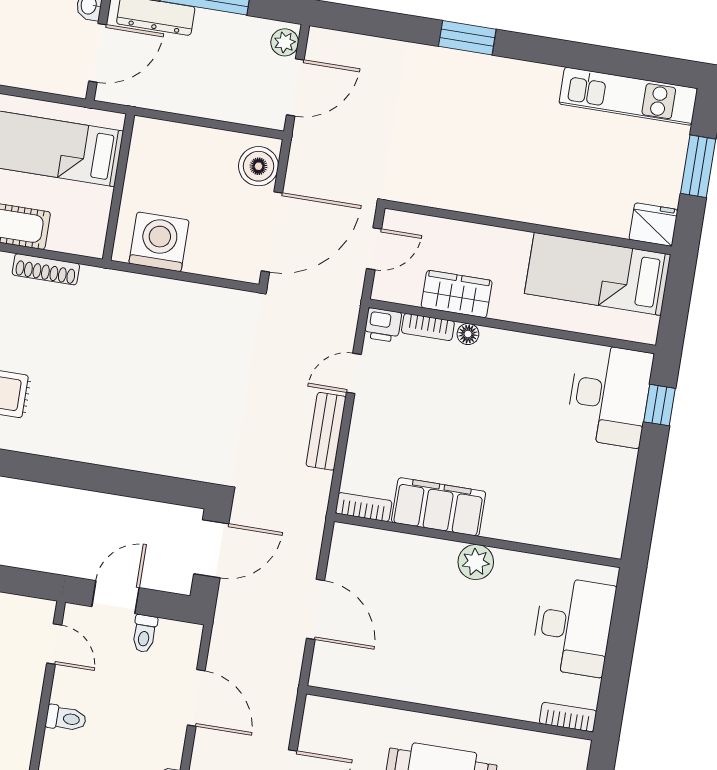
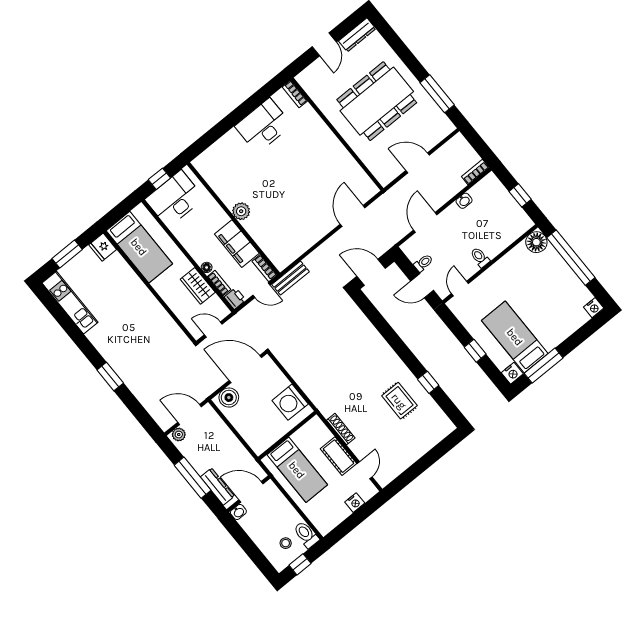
bookcase: (364, 507) -> (264, 268), moved
filing cabinet: (439, 507) -> (237, 244), moved
wall: (478, 540) -> (233, 219), moved
plant: (476, 562) -> (241, 211), moved

